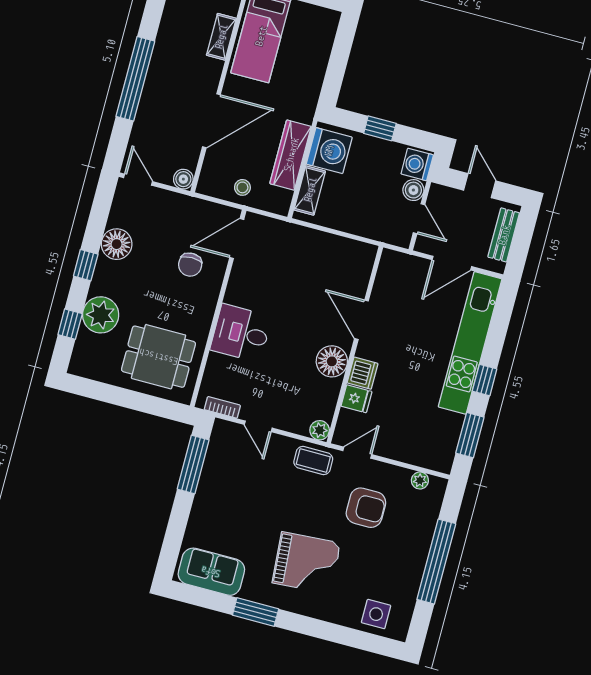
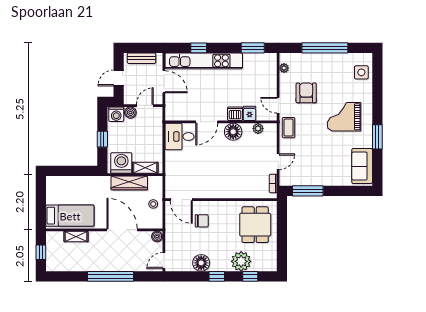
desk: (241, 333) -> (180, 137), moved, turned 90
window: (485, 380) -> (199, 48), moved
plant: (320, 430) -> (258, 128), moved
grand piano: (306, 563) -> (344, 117), turned -86

